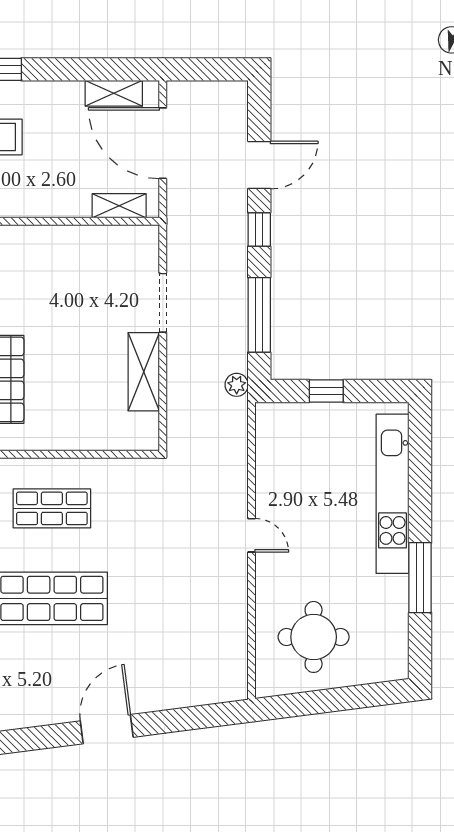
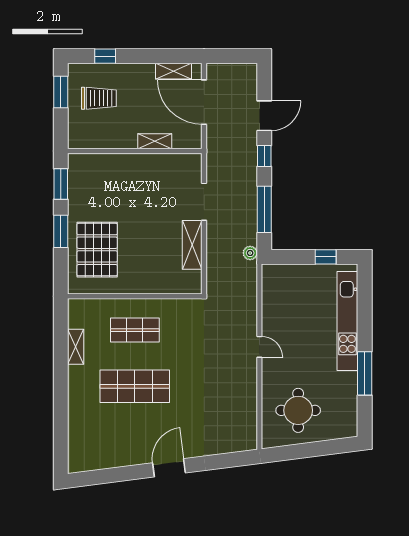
shelving: (119, 206) -> (155, 141), moved
window: (326, 391) -> (326, 257), moved

